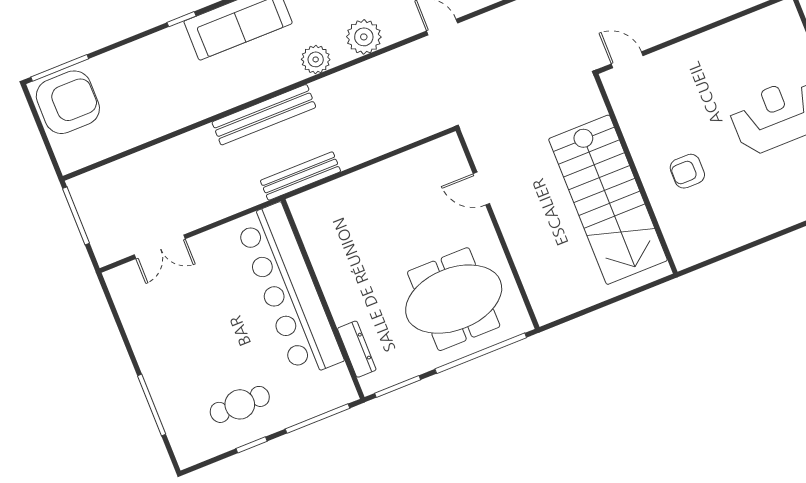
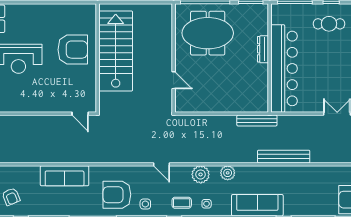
bench: (264, 115) -> (284, 157), moved
armchair: (687, 171) -> (73, 50), width x1.88, depth x1.88
dresser: (357, 349) -> (263, 49), moved

